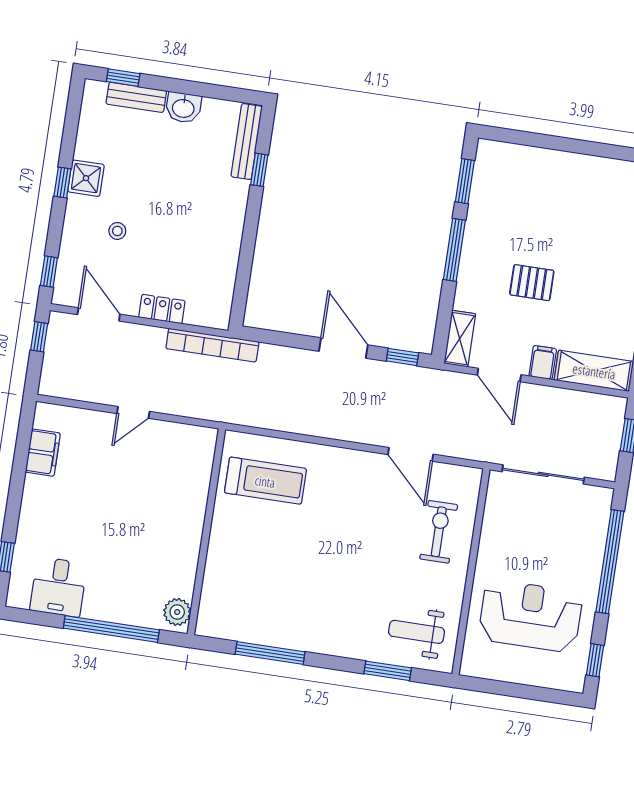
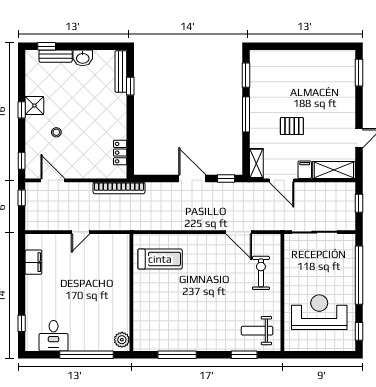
locker: (162, 309) -> (120, 153), moved, turned -90

